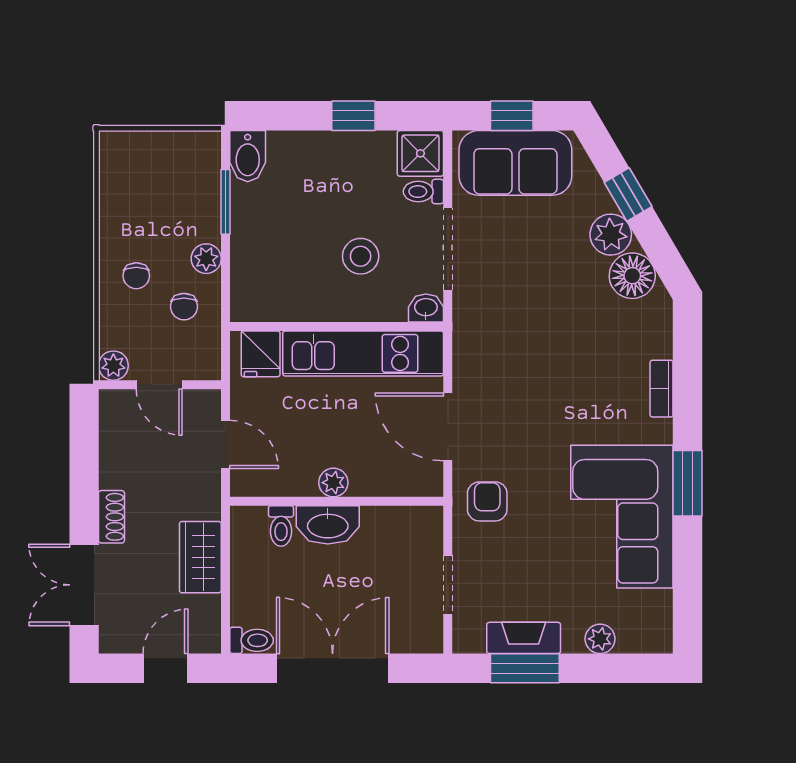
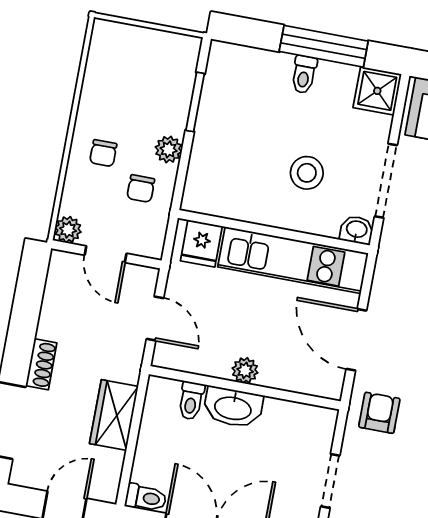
window: (353, 116) -> (324, 46), width x2.17
bidet: (248, 156) -> (223, 65), removed
toilet: (423, 192) -> (304, 75), moved, turned -90

